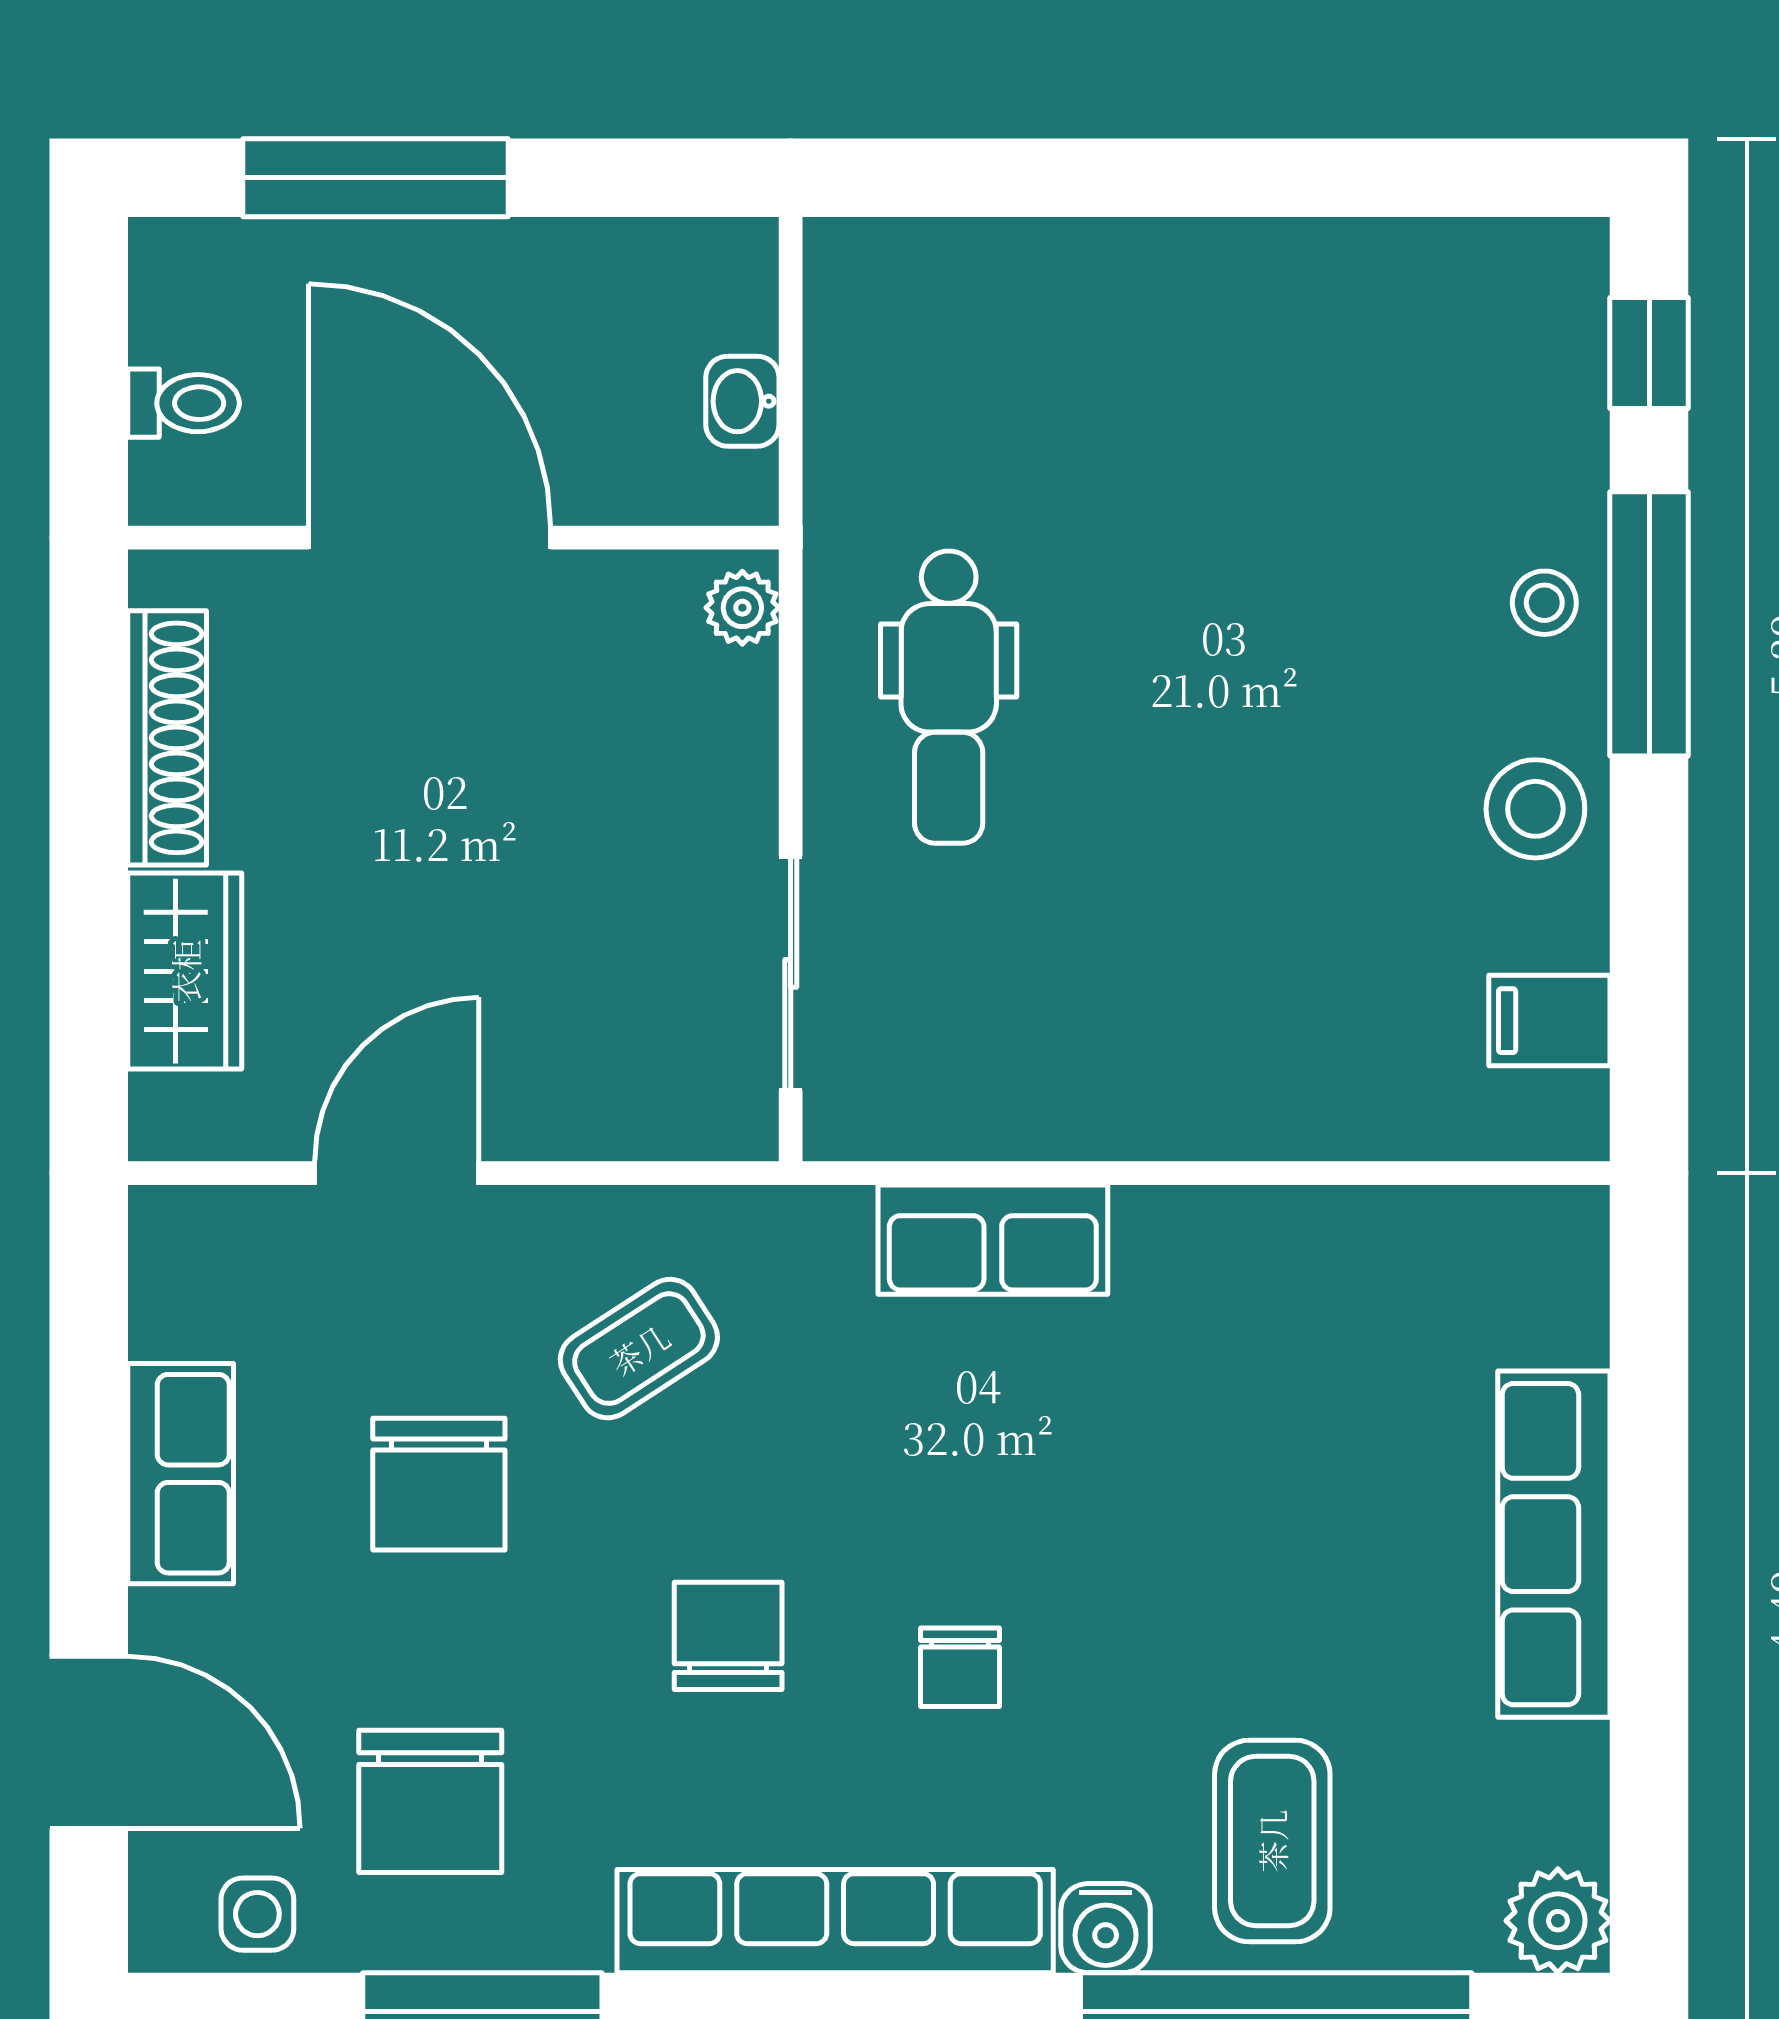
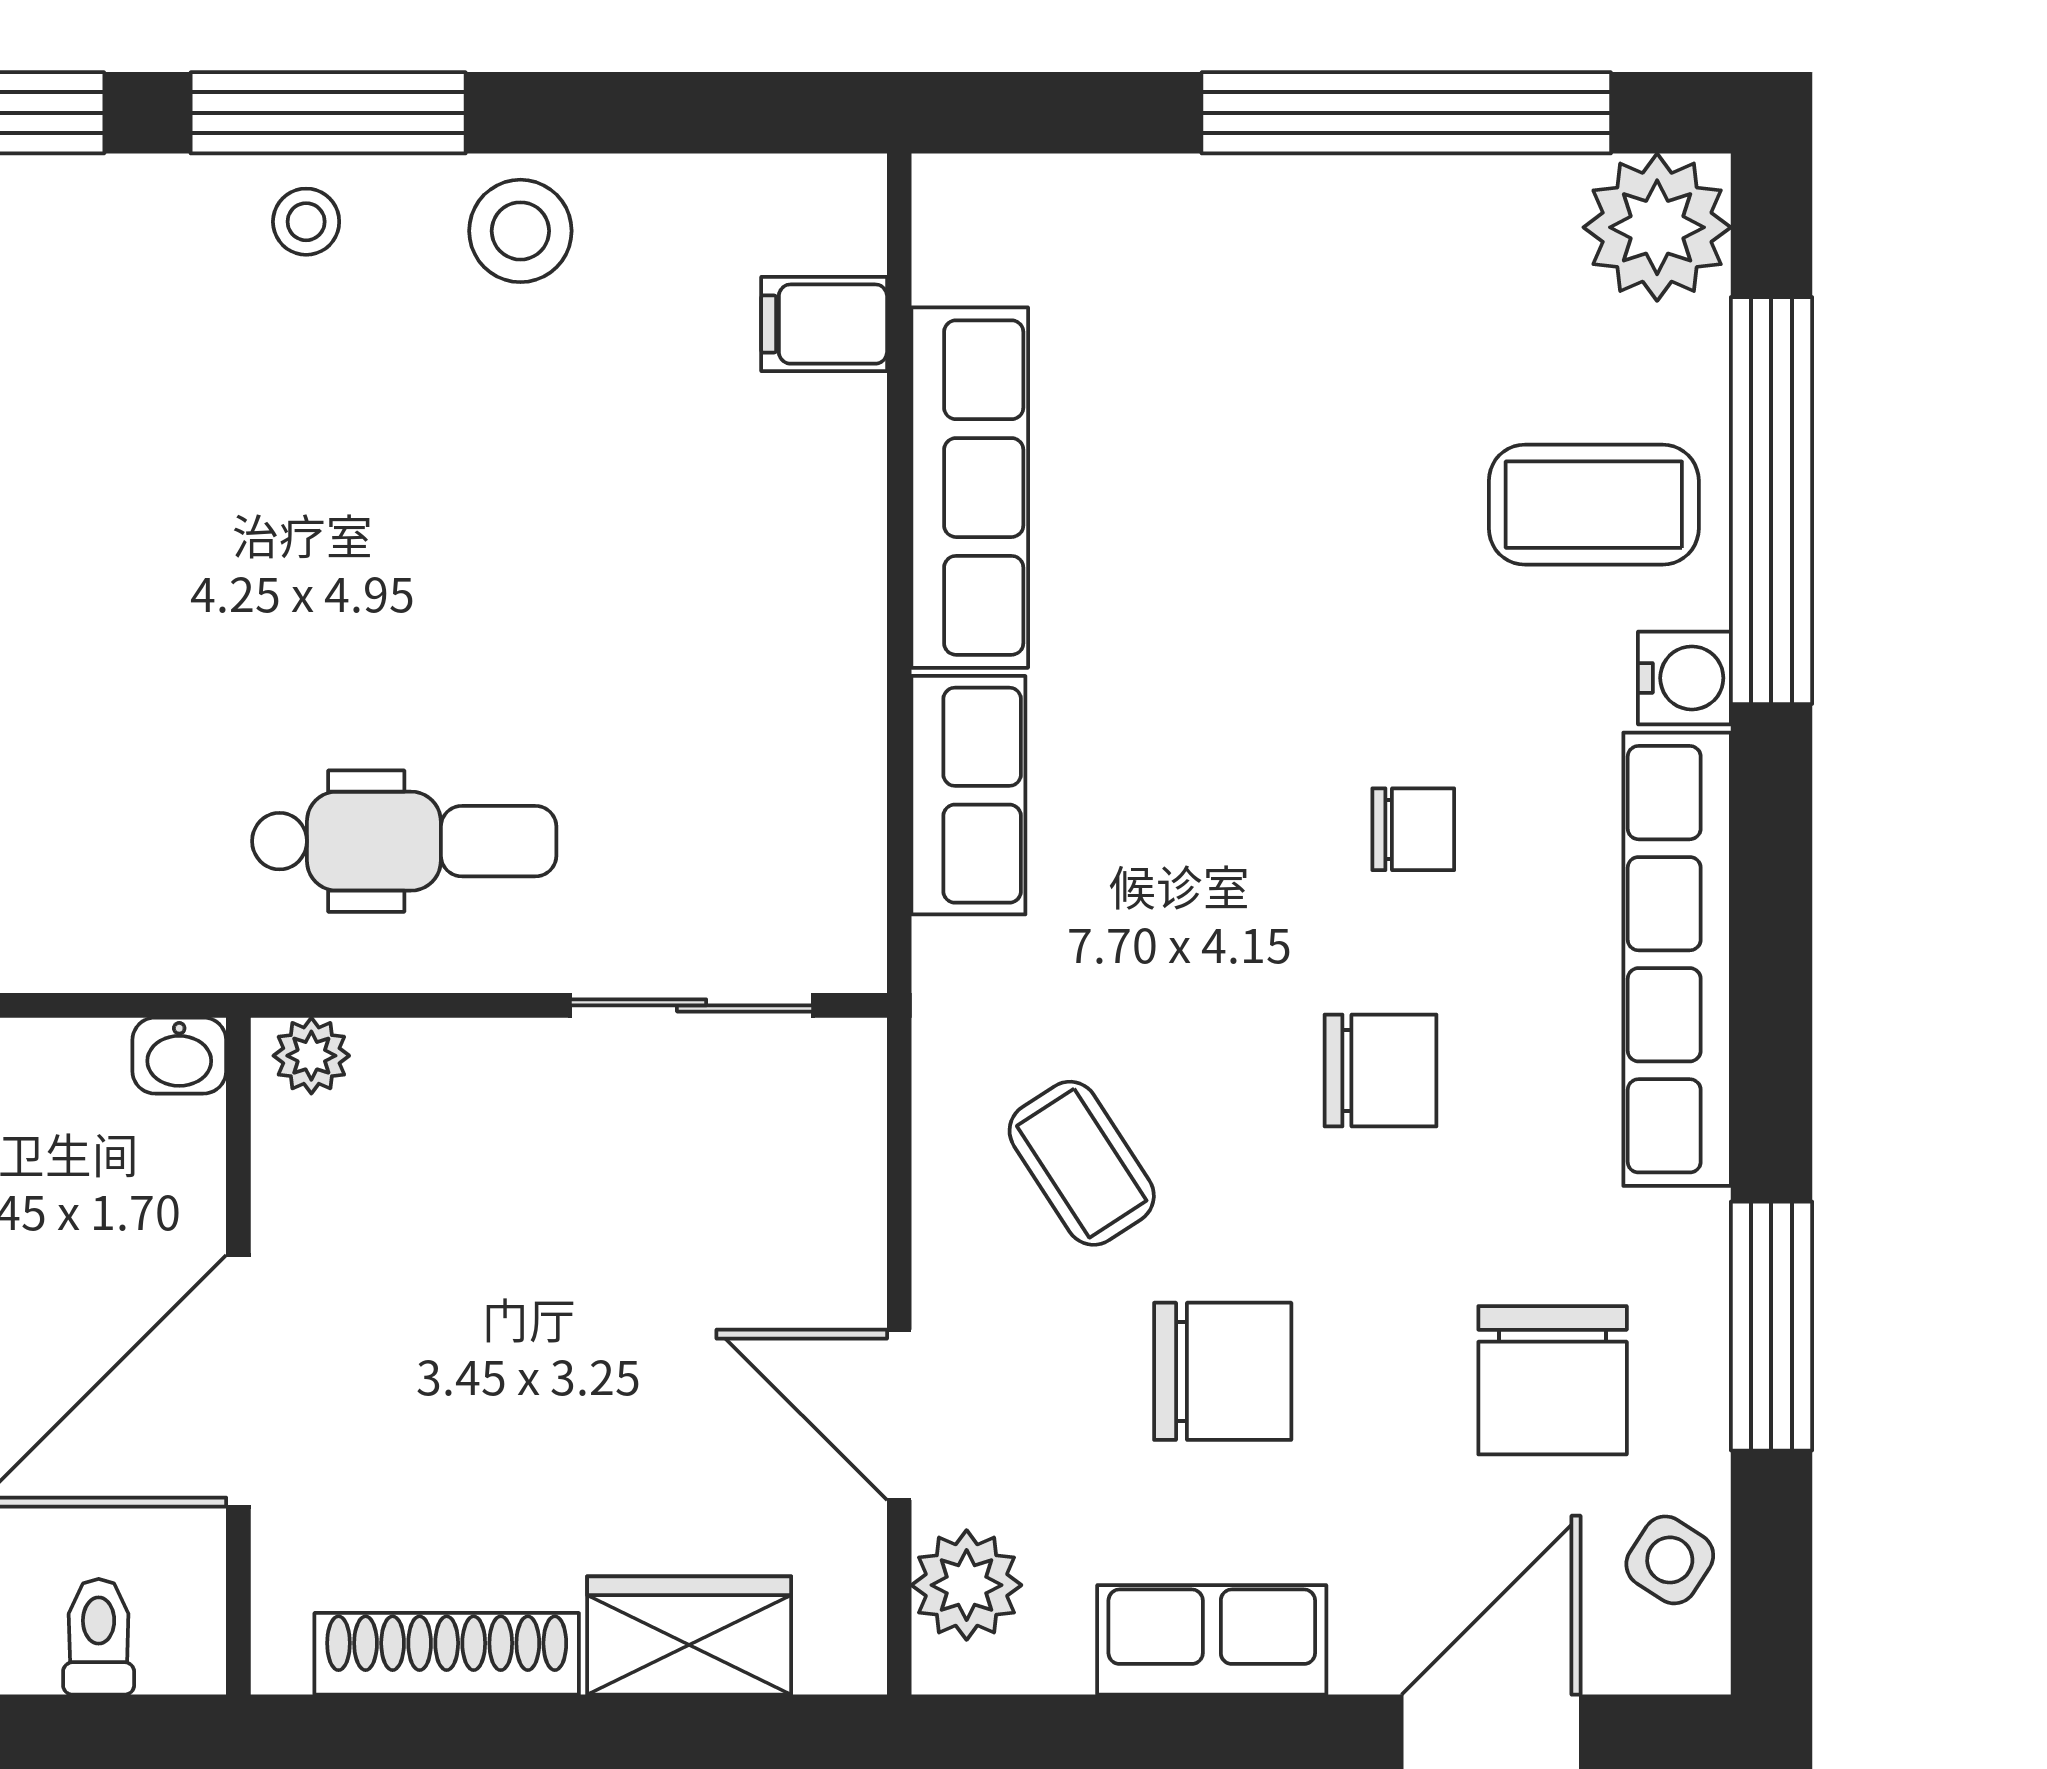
washbasin: (742, 401) -> (179, 1056), moved
filing cabinet: (1549, 1021) -> (824, 324), moved, turned 90
plant: (233, 1238) -> (967, 1585), added
row of seats: (1554, 1544) -> (970, 488), moved, turned -90
chair: (728, 1636) -> (1381, 1070), turned 180
window: (1649, 1661) -> (1406, 113), added
chair: (430, 1801) -> (1553, 1380), turned 90
side table: (257, 1914) -> (1670, 1560), turned 33
plant: (1558, 1921) -> (1657, 227), width x1.36, depth x1.36

